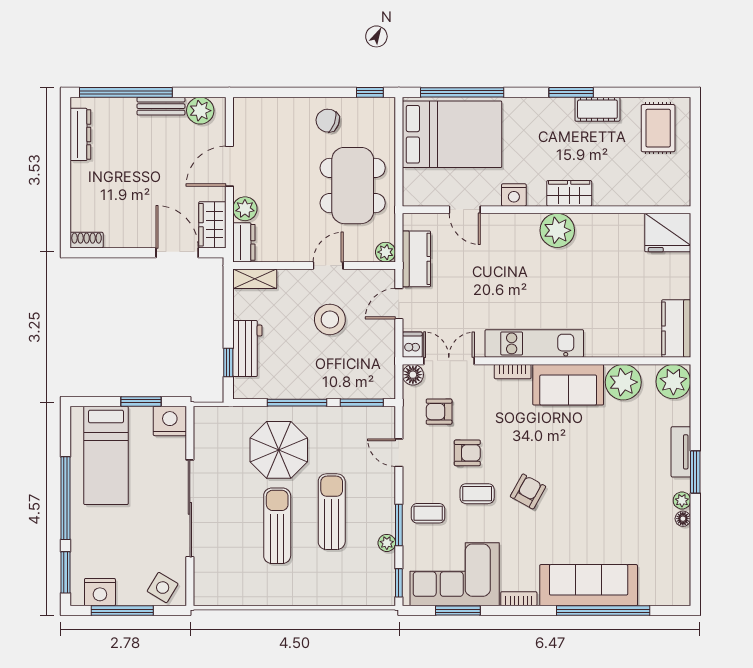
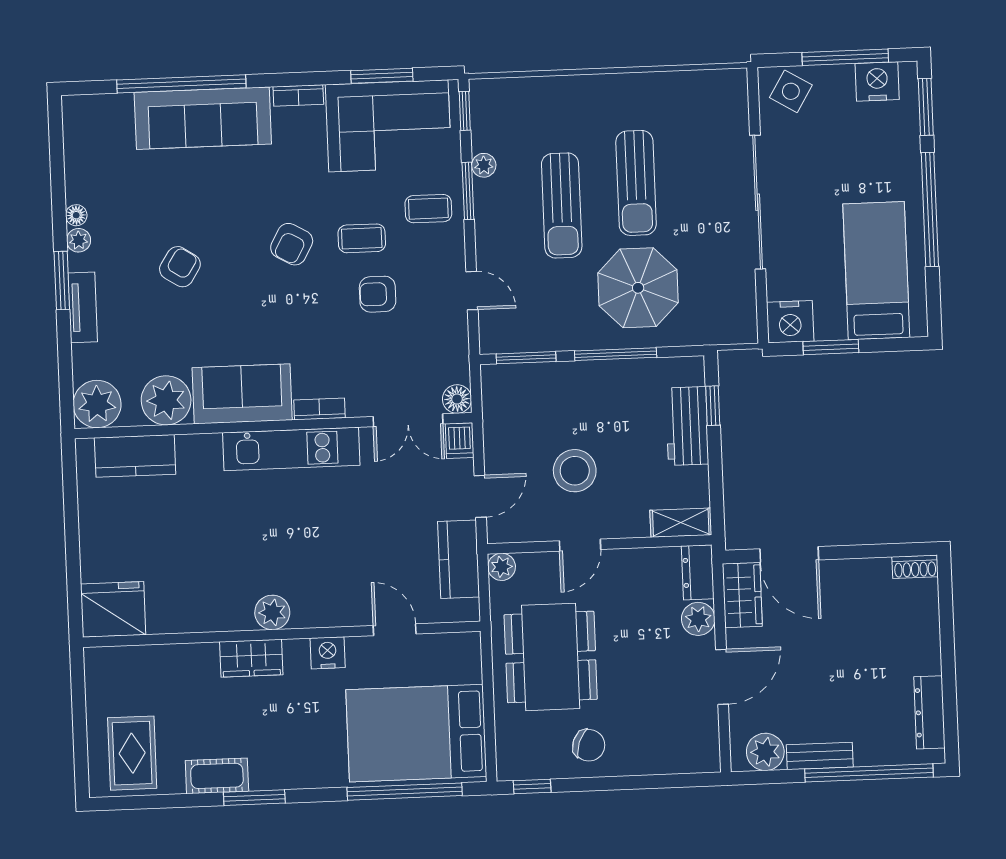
plant: (557, 230) -> (272, 612), width x0.73, depth x0.73
kitchen counter: (676, 328) -> (135, 456), moved, turned 90
armchair: (439, 412) -> (180, 267), moved, turned -57

